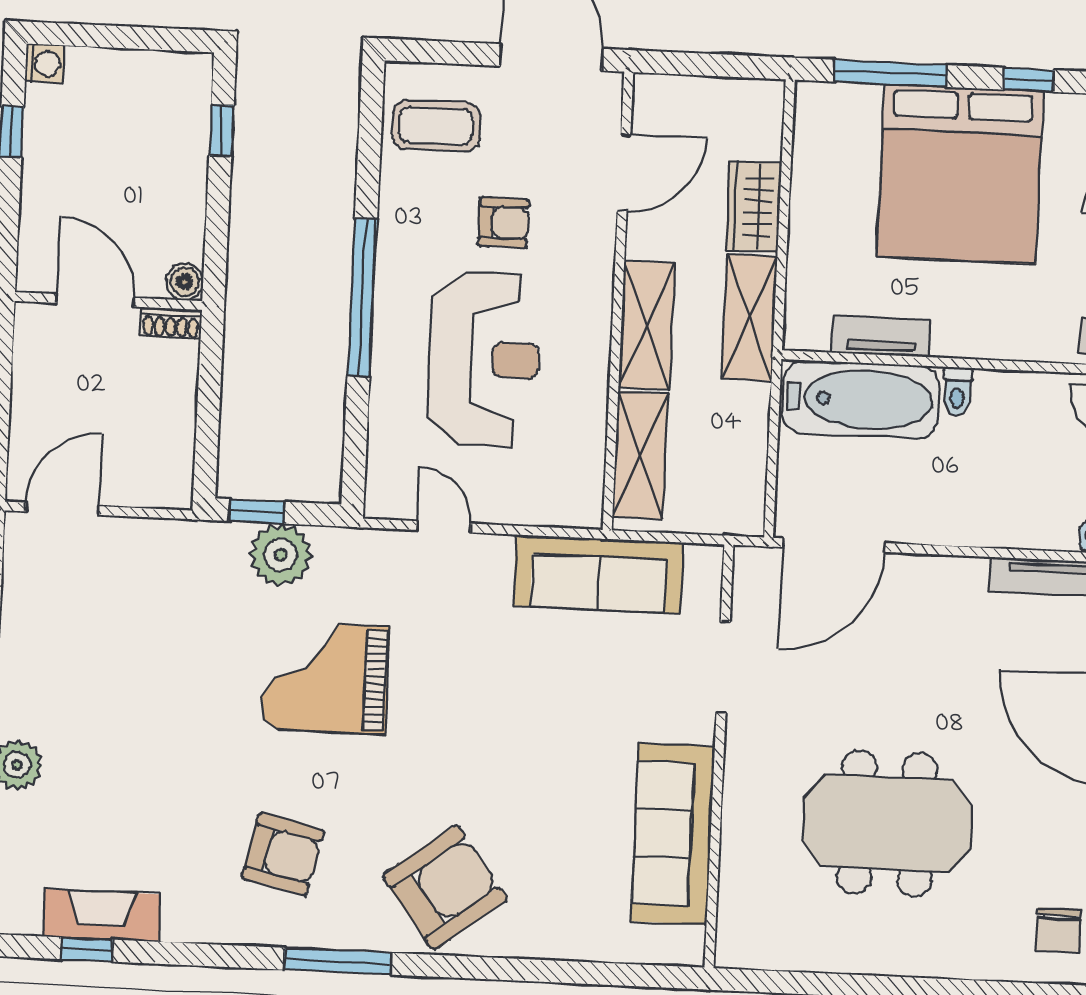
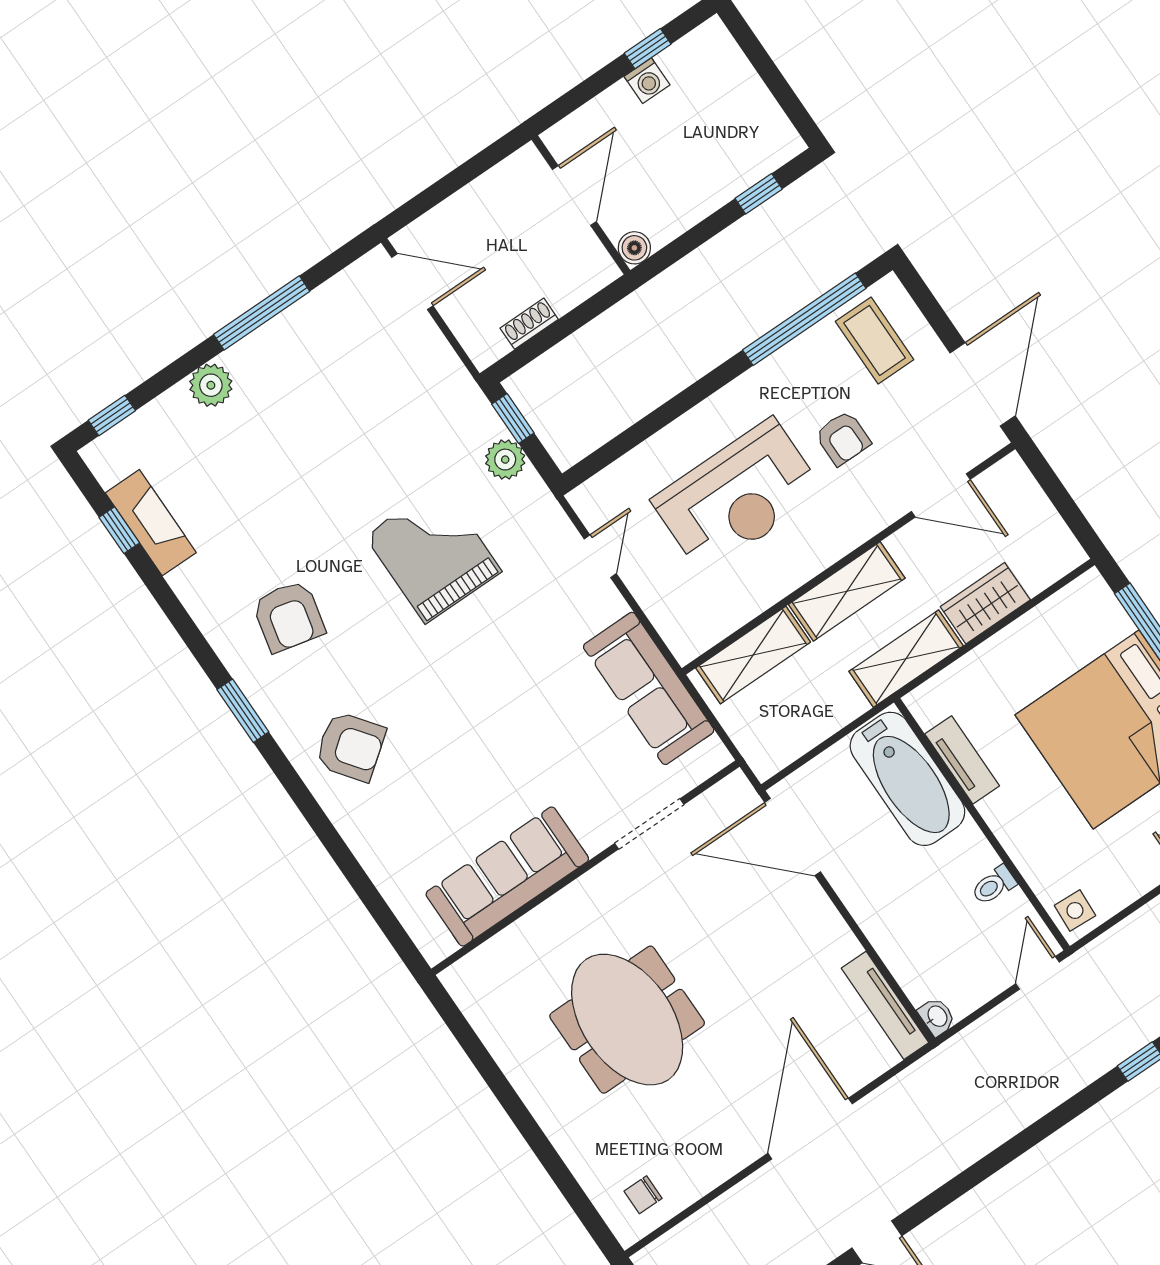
washing machine: (45, 63) -> (647, 81), moved
window: (362, 298) -> (804, 319), moved
shoe rack: (171, 323) -> (529, 324), moved, turned 90
toilet: (957, 391) -> (994, 885), moved
plant: (281, 555) -> (505, 460), width x0.73, depth x0.73
armchair: (445, 888) -> (350, 747), width x0.73, depth x0.73
chair: (1059, 930) -> (643, 1195), width x0.73, depth x0.73
window: (338, 961) -> (243, 711), width x0.69

